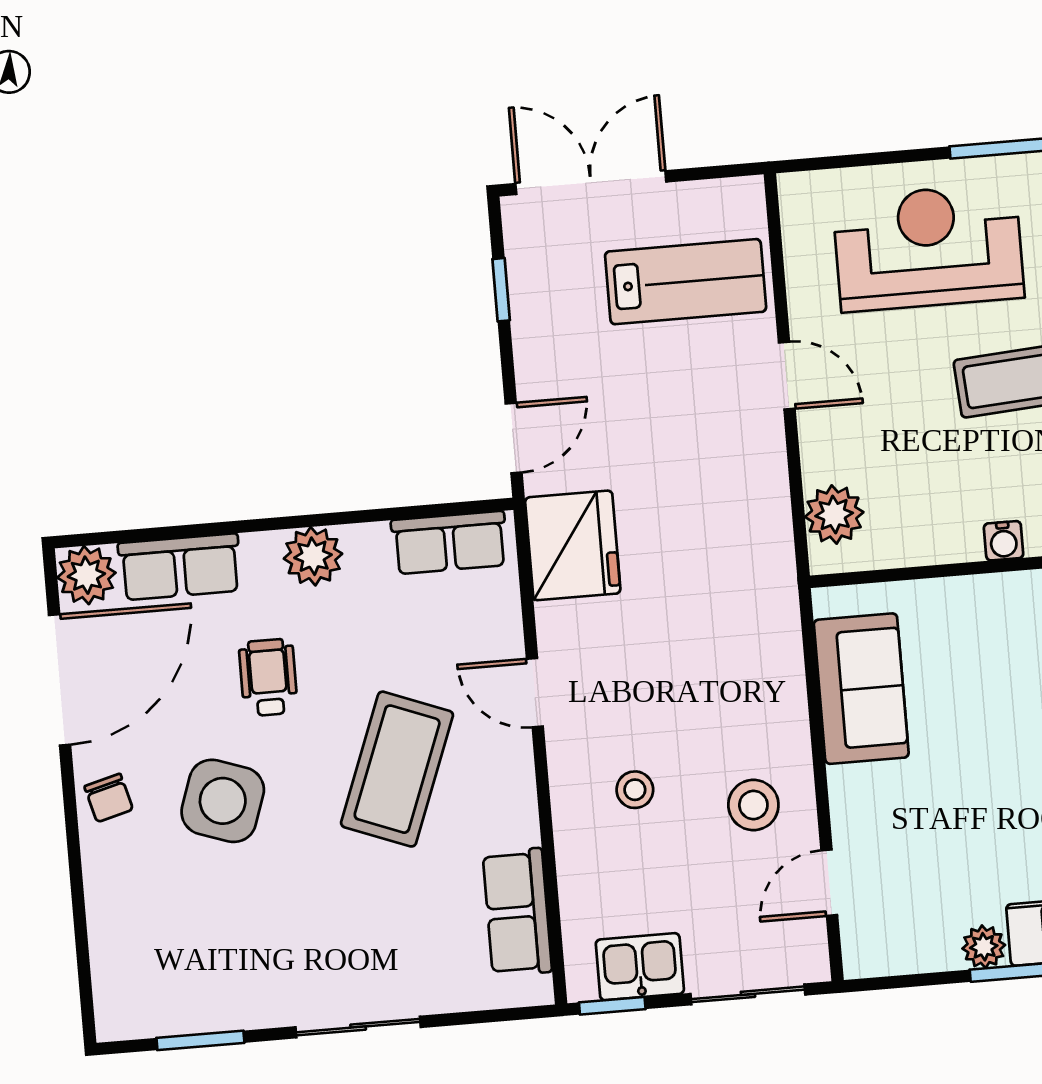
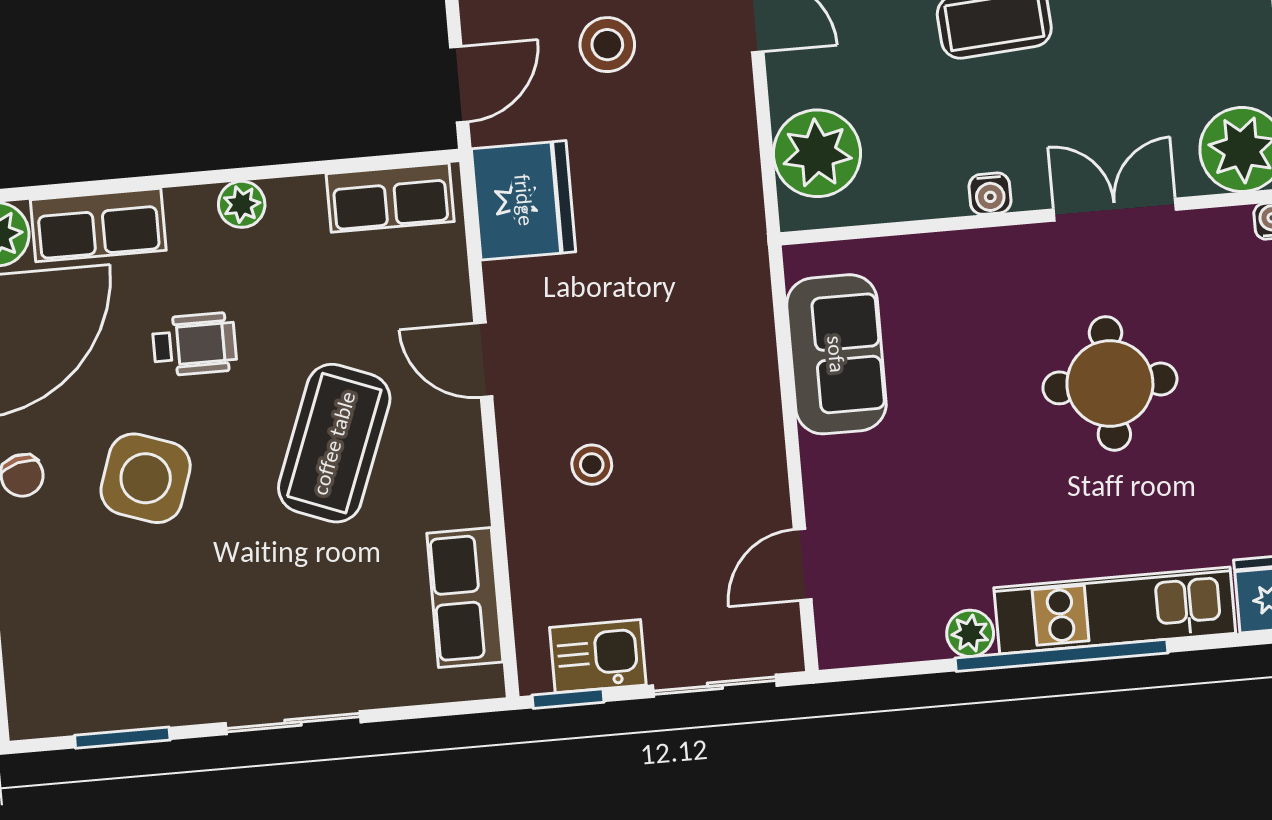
plant: (834, 515) -> (817, 153), width x1.36, depth x1.36
plant: (313, 556) -> (242, 204), width x0.73, depth x0.73
wheelchair: (268, 677) -> (194, 344), turned 90
stool: (753, 805) -> (607, 45), moved

